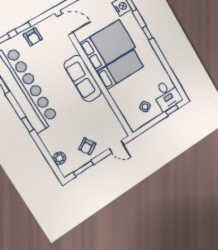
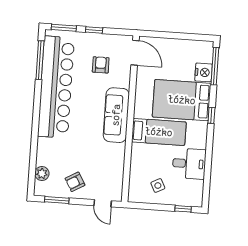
armchair: (33, 37) -> (101, 65), moved, turned 180
bed: (108, 45) -> (182, 100), moved, turned 180
desk: (167, 95) -> (189, 164), moved, turned -90
window: (28, 124) -> (36, 121), removed

